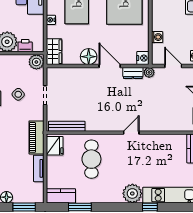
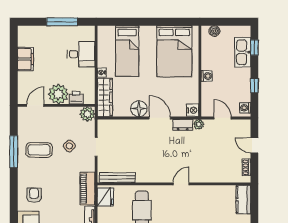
washing machine: (157, 37) -> (207, 76), moved
wardrobe: (54, 52) -> (105, 97), width x1.50

